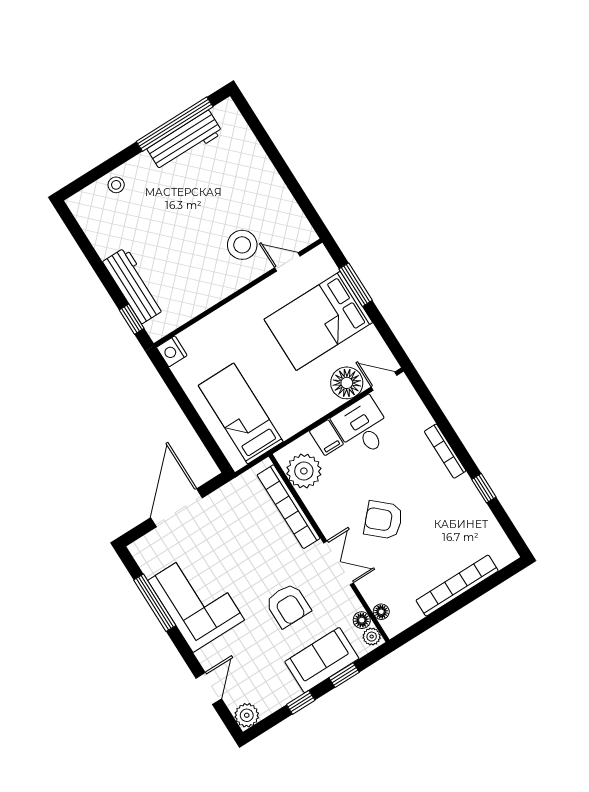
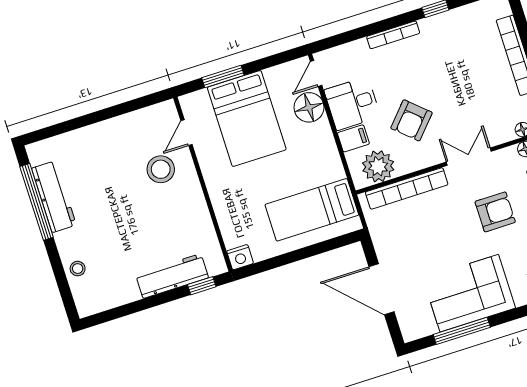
armchair: (383, 520) -> (411, 120), moved

